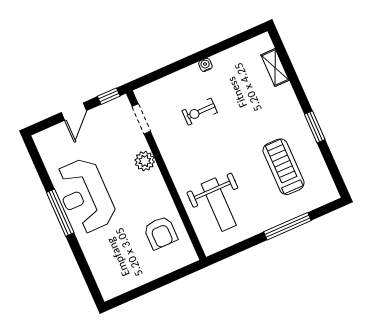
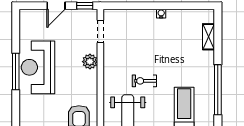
exercise bike: (200, 112) -> (144, 81), moved
window: (315, 127) -> (218, 90), width x2.11

